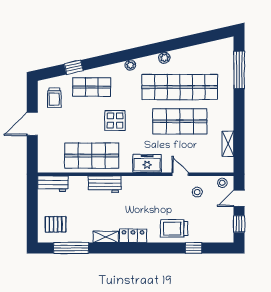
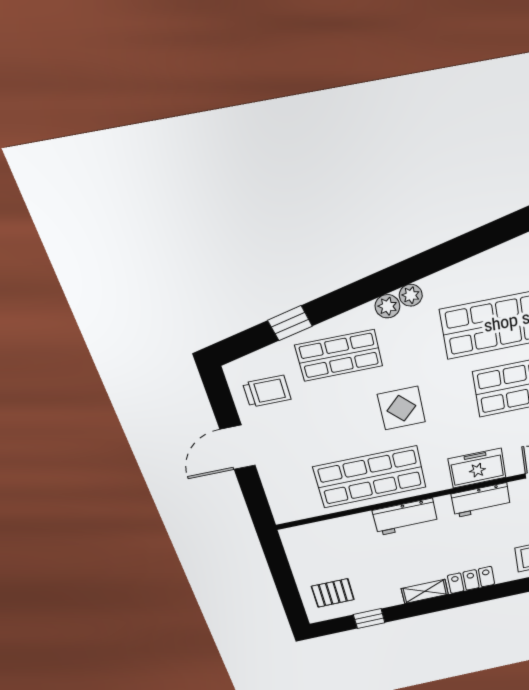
plant: (164, 58) -> (387, 306), moved
trolley: (54, 98) -> (267, 391), turned -90
workbench: (53, 184) -> (481, 500), moved
window: (71, 248) -> (369, 619), width x0.46

